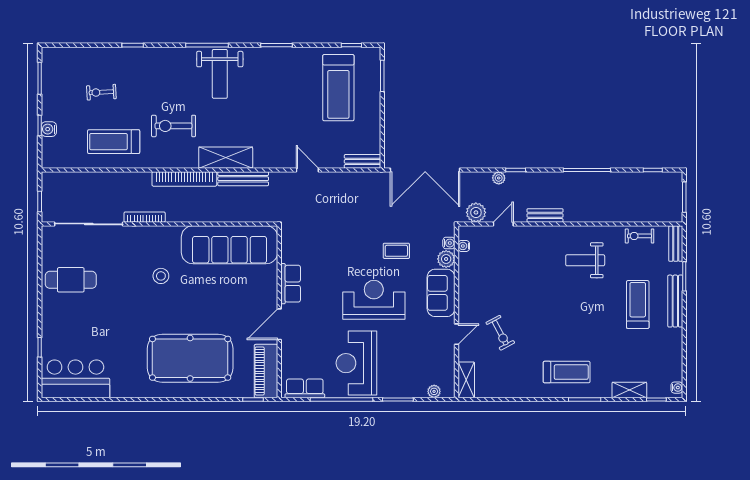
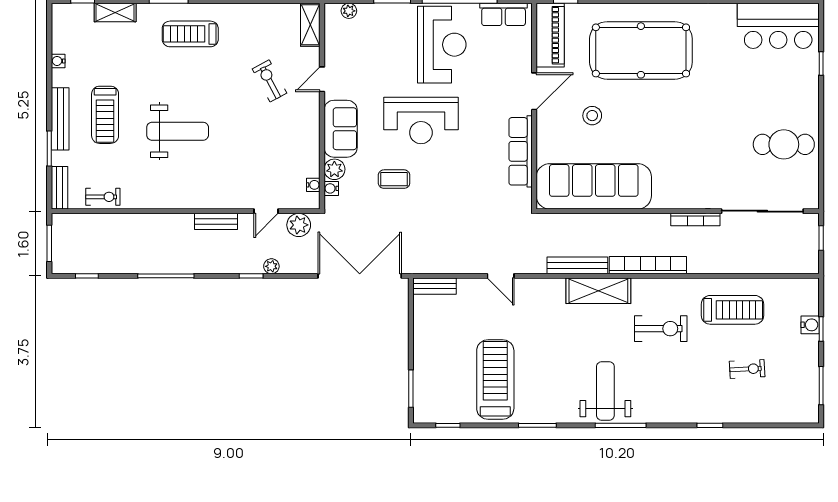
treadmill: (338, 88) -> (495, 380), moved
weight bench: (585, 260) -> (178, 131), moved, width x1.36, depth x1.33
stool: (161, 276) -> (592, 116), moved
row of seats: (291, 284) -> (521, 151), width x1.48
water cooler: (677, 388) -> (58, 61), moved

